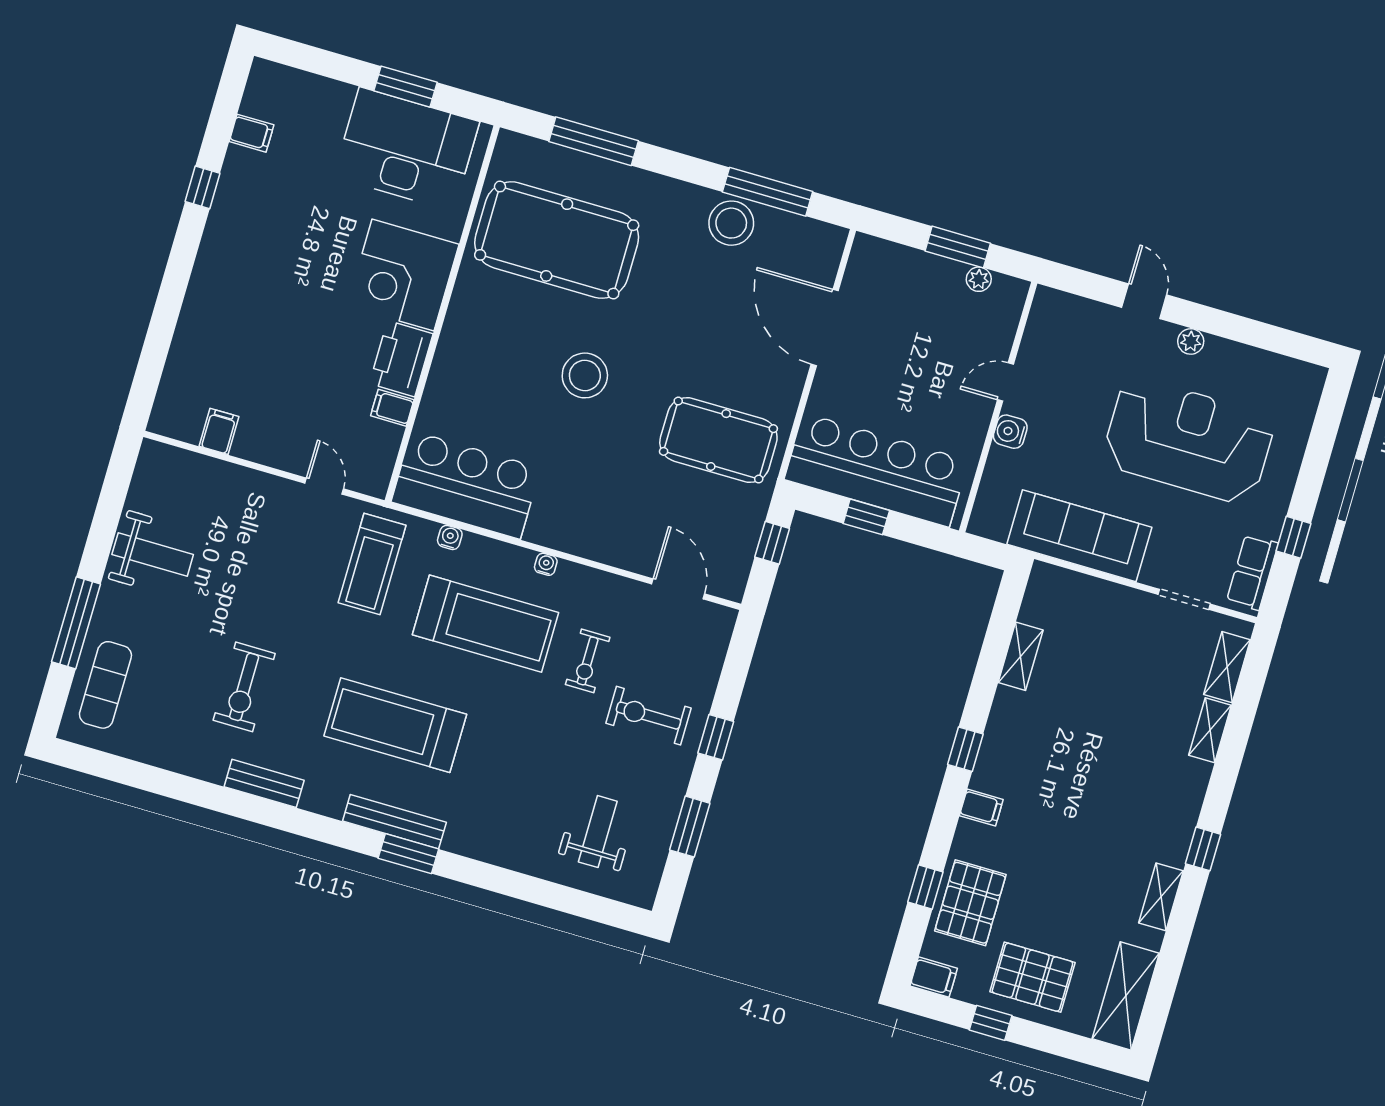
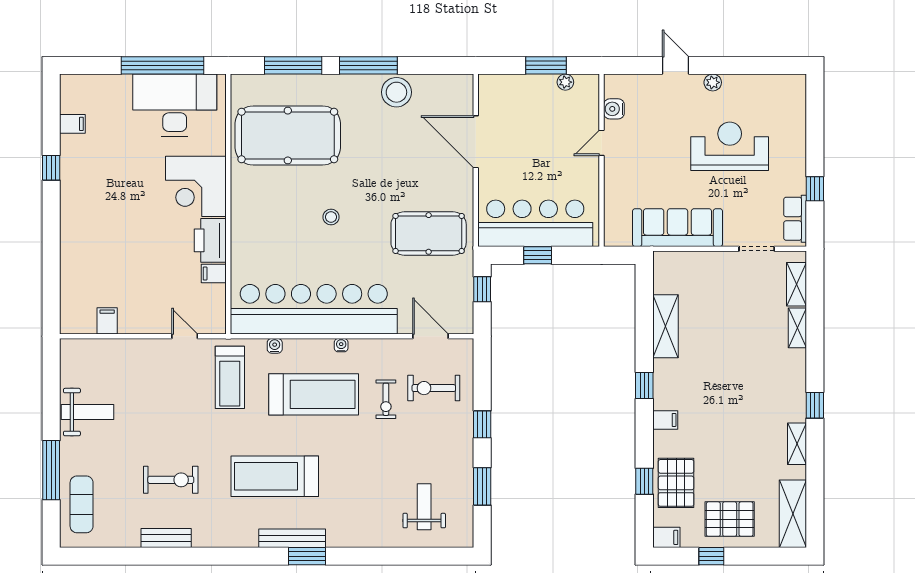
window: (406, 87) -> (162, 65), width x2.11
window: (768, 192) -> (368, 65), moved
stool: (585, 375) -> (331, 217), width x0.53, depth x0.53
water cooler: (1010, 432) -> (614, 109), moved
reception desk: (1188, 440) -> (730, 146), width x0.74, depth x0.77
bar counter: (466, 485) -> (314, 309), width x1.86
shelving: (1021, 656) -> (665, 326), width x1.50, depth x1.33
exercise bike: (244, 687) -> (171, 480), turned -90
exercise bike: (648, 716) -> (434, 388), moved
bench: (264, 783) -> (166, 538), moved

